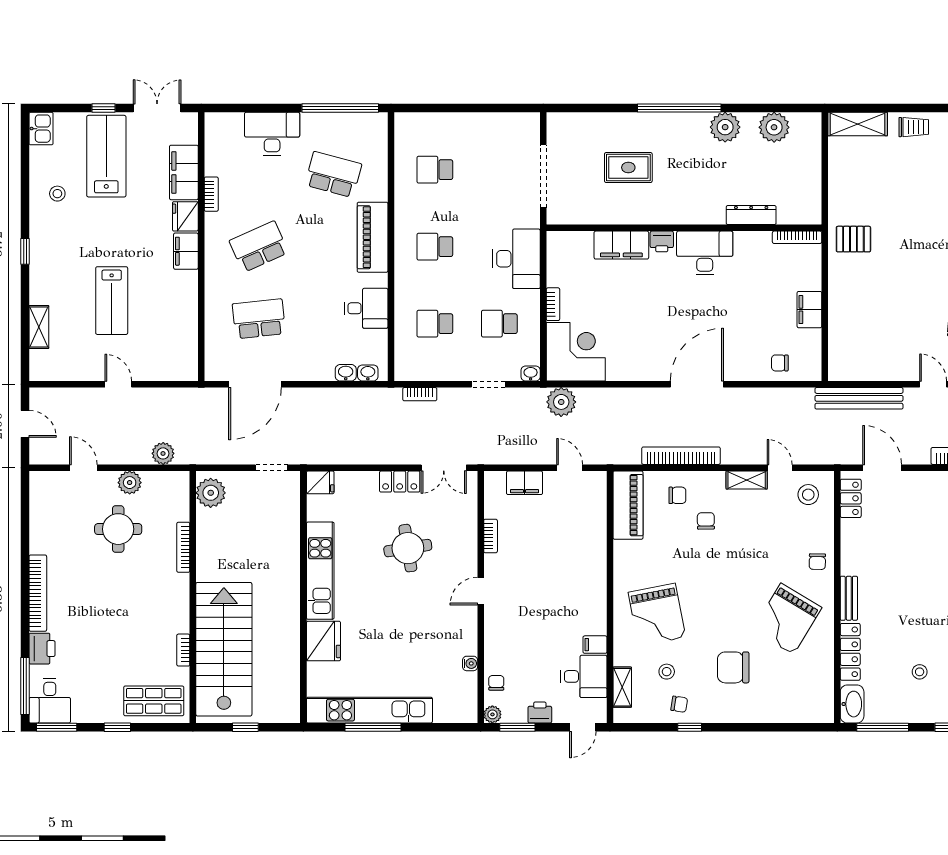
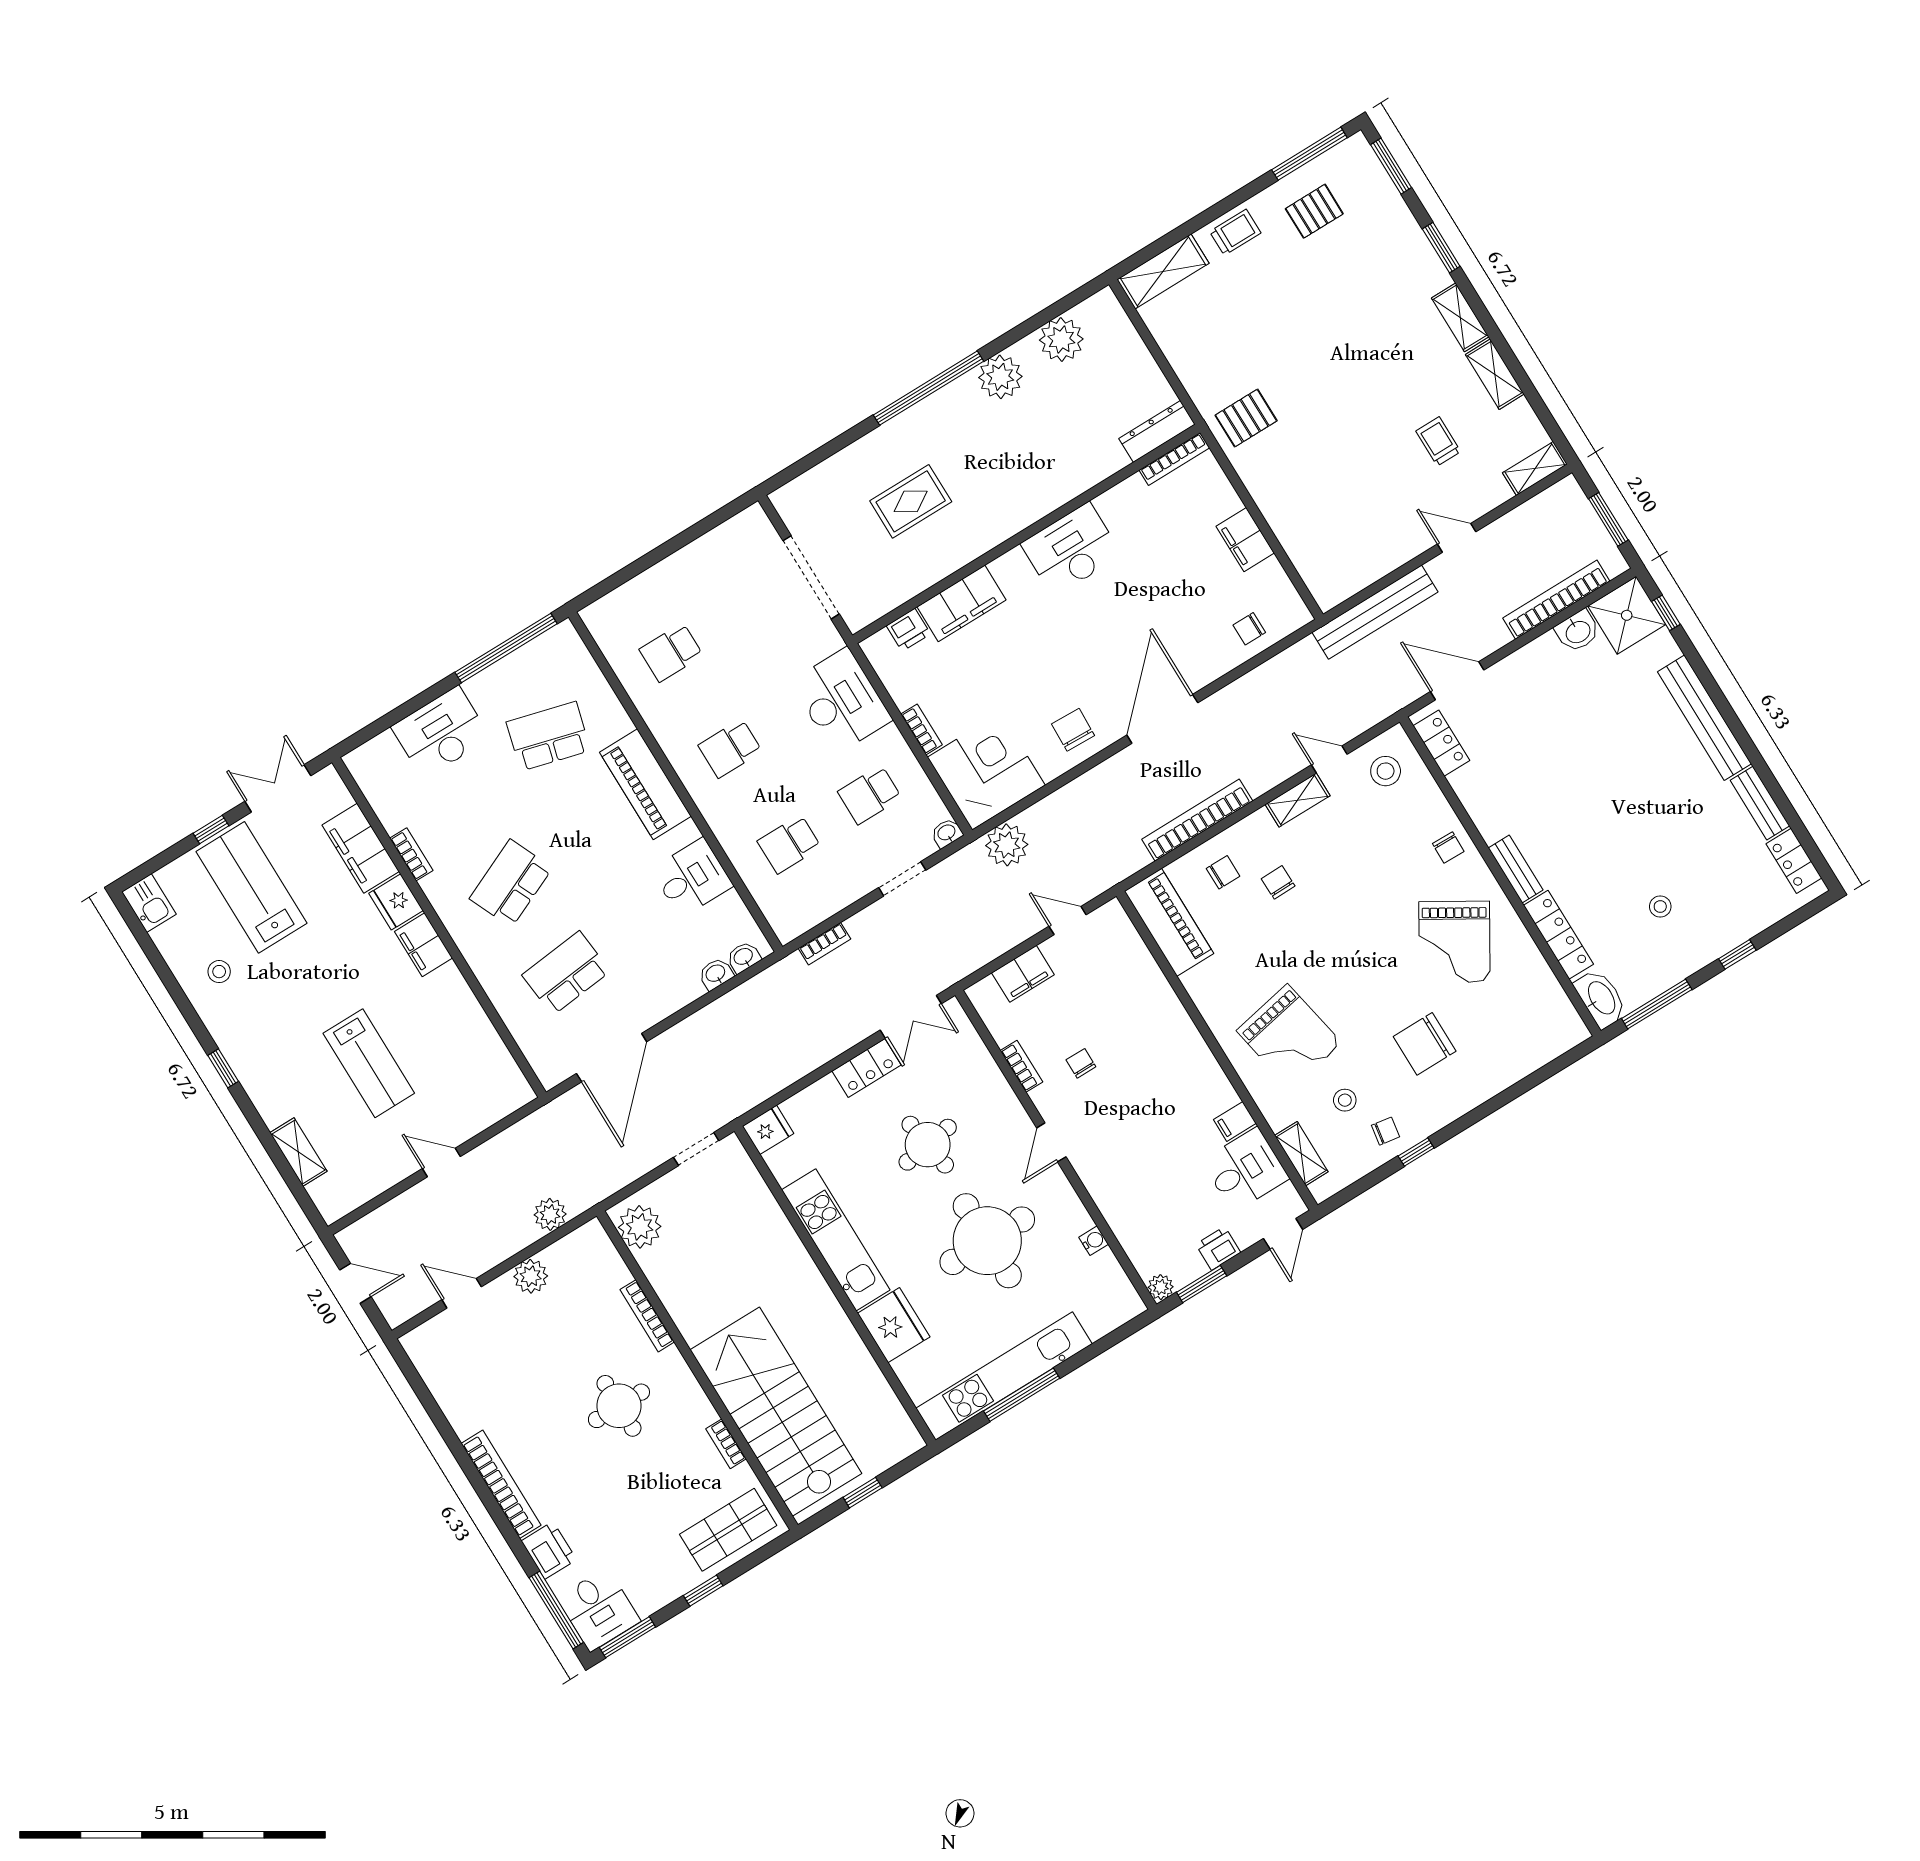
dresser: (751, 215) -> (1157, 431), moved
printer: (662, 241) -> (908, 630), moved
chair: (641, 359) -> (1073, 730), added
round table: (118, 529) -> (619, 1406), moved
round table: (408, 625) -> (987, 1241), added
chair: (496, 683) -> (1081, 1063), moved

